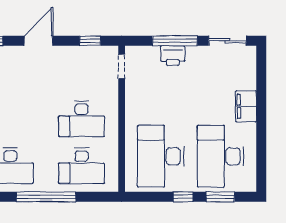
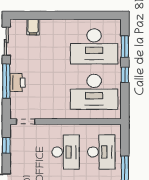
filing cabinet: (246, 106) -> (33, 27), moved, width x0.50

